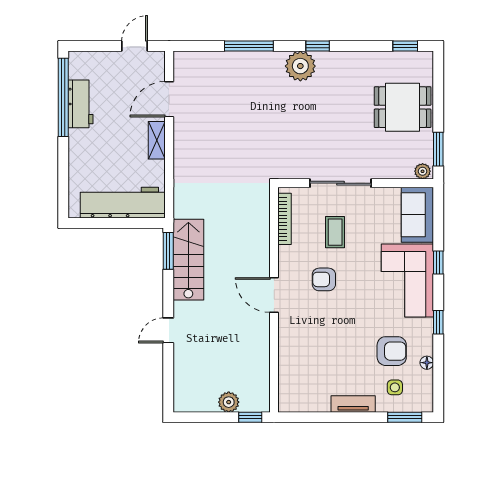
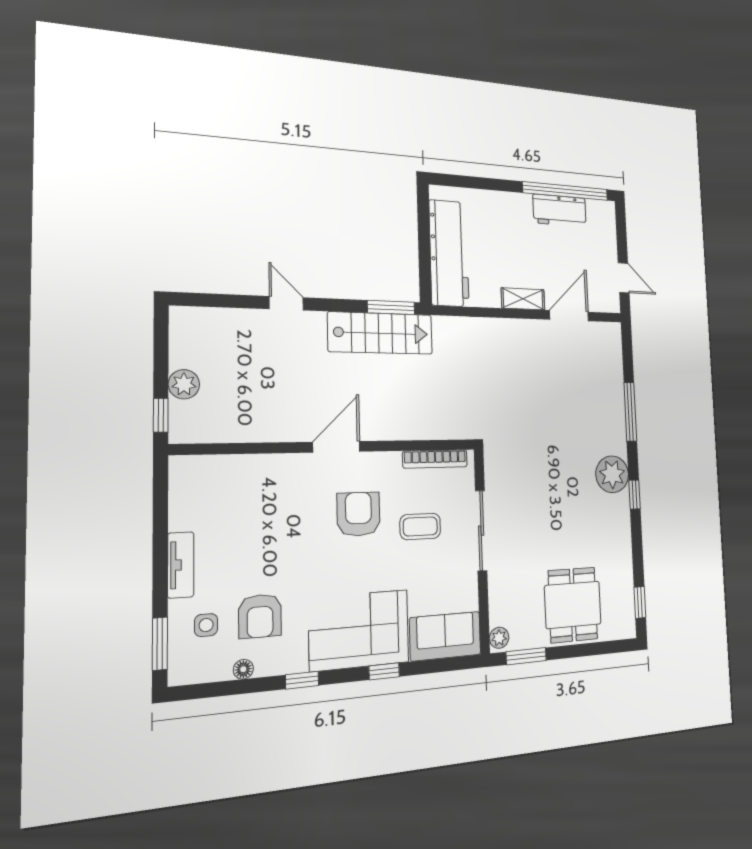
door: (169, 99) -> (569, 316), hinge flipped
armchair: (324, 279) -> (358, 514), width x1.38, depth x1.38

